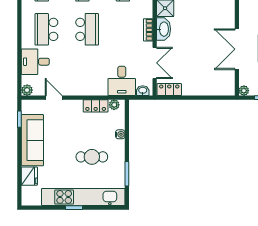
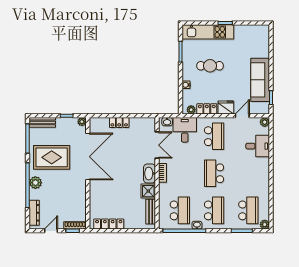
school desk: (46, 29) -> (214, 136), moved
double door: (237, 49) -> (88, 157), width x1.36
double door: (155, 63) -> (157, 145), swing flipped
locker: (169, 90) -> (119, 123), moved
door: (54, 98) -> (242, 116), swing flipped
fridge: (29, 176) -> (226, 107), moved, turned 90
kitchen unit: (83, 197) -> (208, 32), width x0.73

